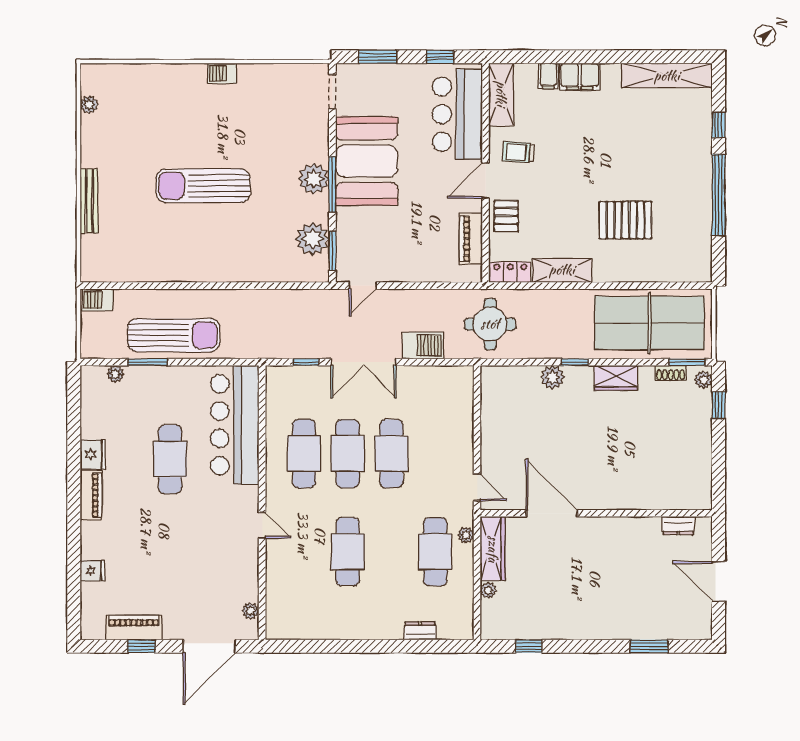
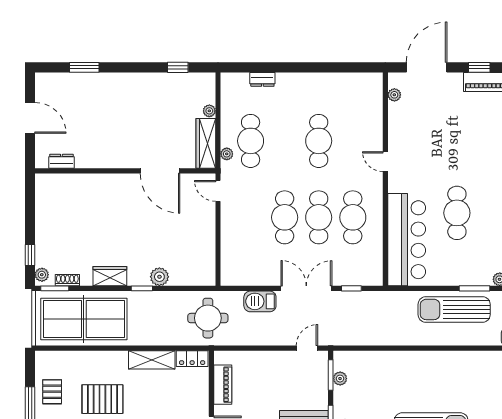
pallet: (506, 216) -> (52, 392), moved
plant: (313, 239) -> (340, 379), width x0.53, depth x0.53

